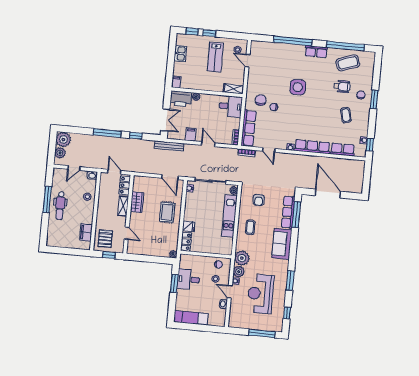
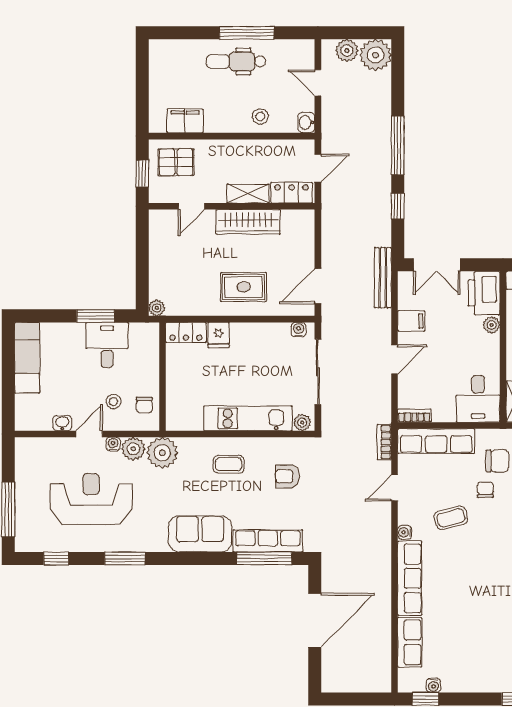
coffee table: (346, 115) -> (451, 518), moved
wardrobe: (137, 202) -> (248, 222), width x1.50

